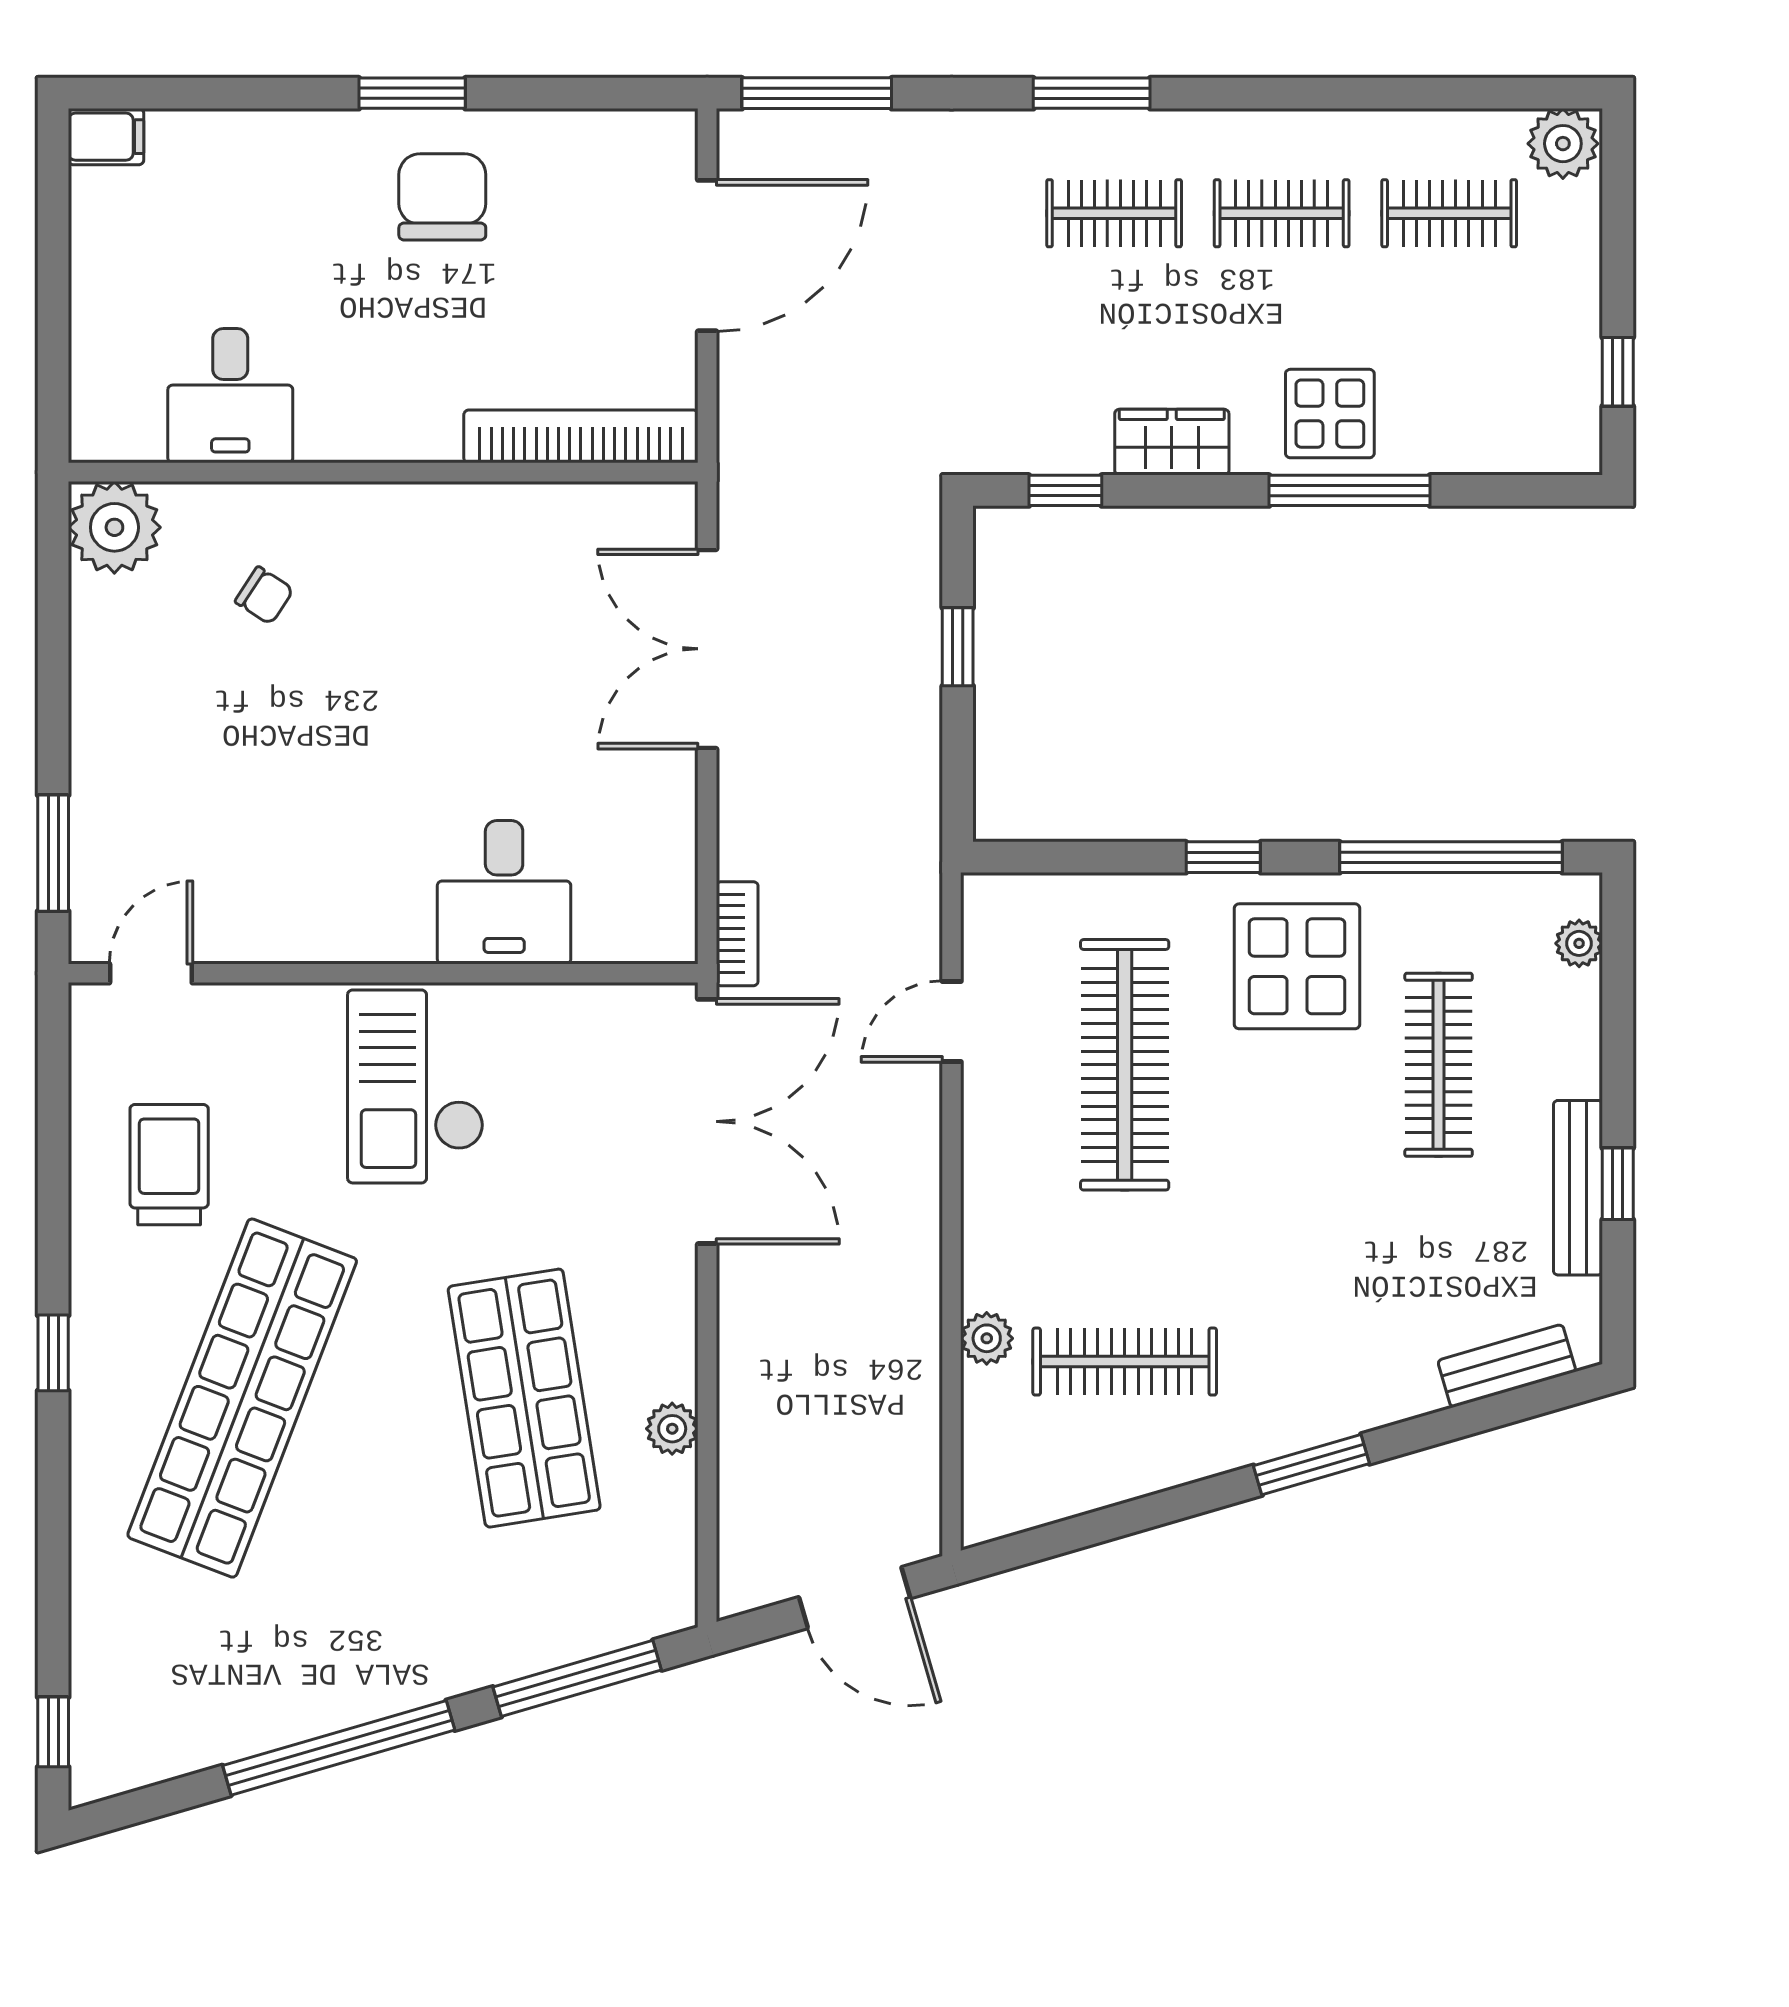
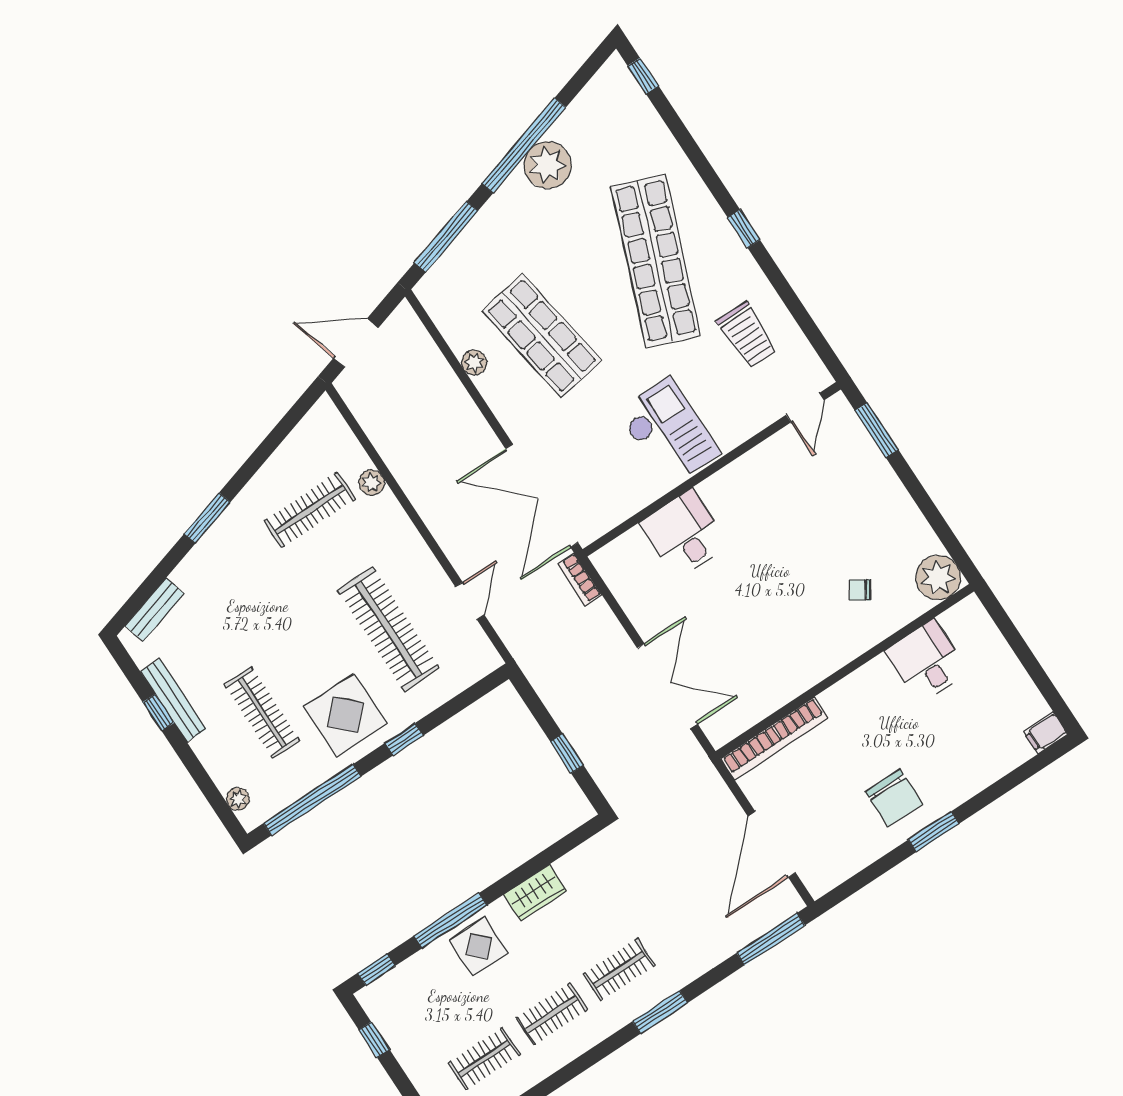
window: (1065, 490) -> (376, 969), moved
plant: (320, 1687) -> (548, 165), added

